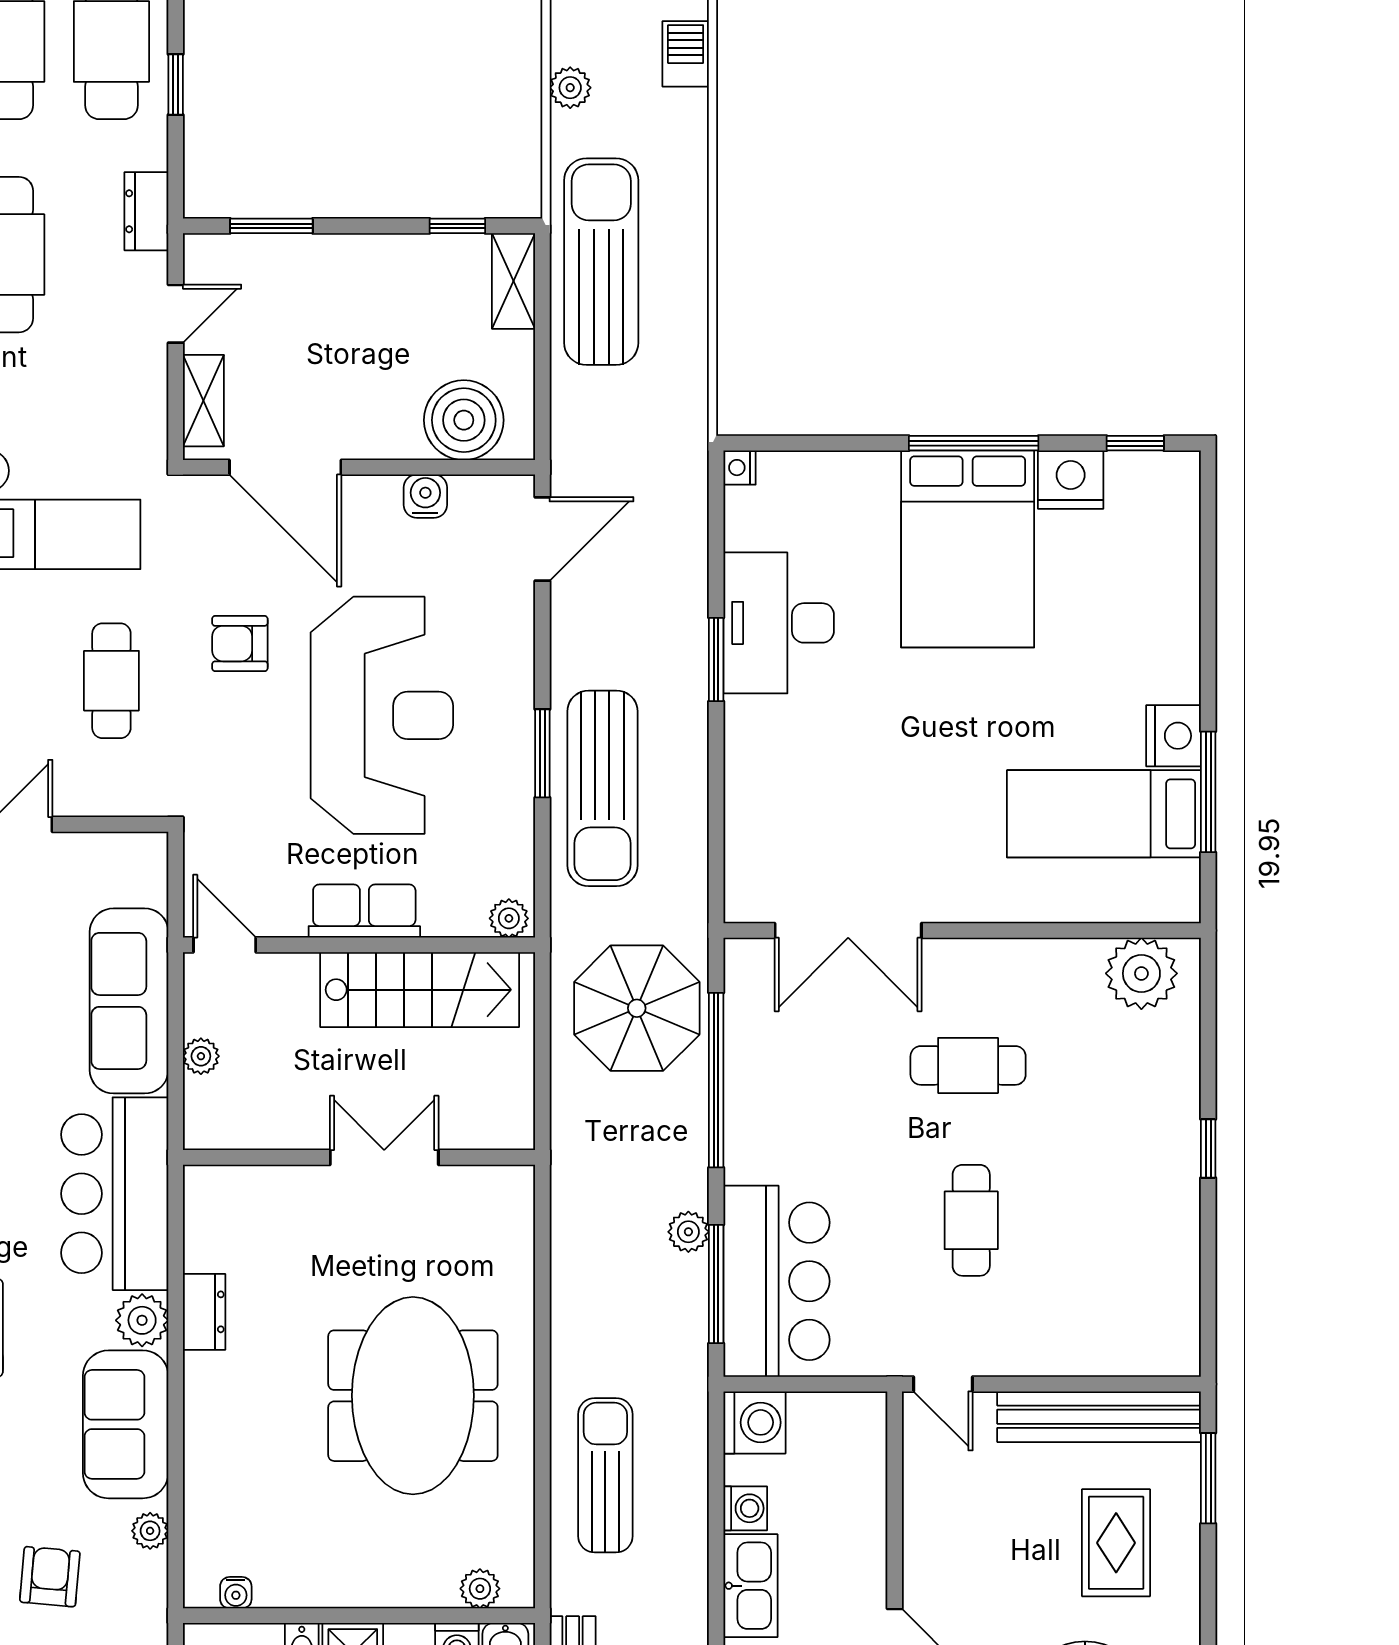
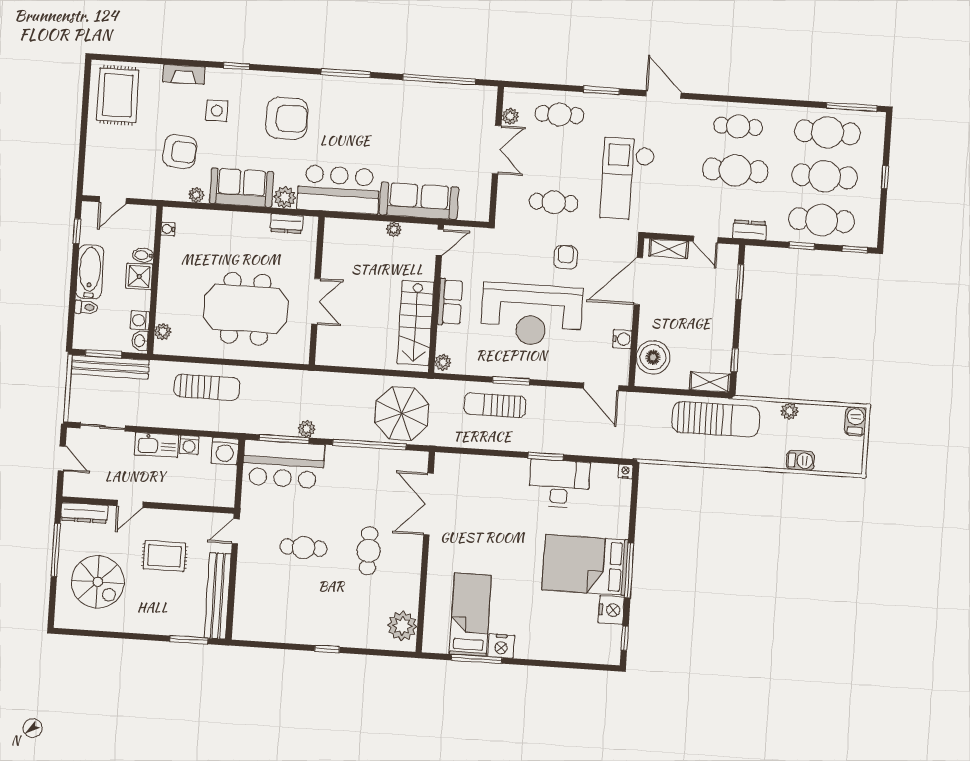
sun lounger: (602, 788) -> (495, 405), width x0.73, depth x0.75
wall: (359, 1157) -> (317, 291), moved
double door: (384, 1157) -> (316, 301), moved
rug: (1116, 1543) -> (164, 556), moved
armchair: (50, 1577) -> (180, 152), width x1.38, depth x1.38

